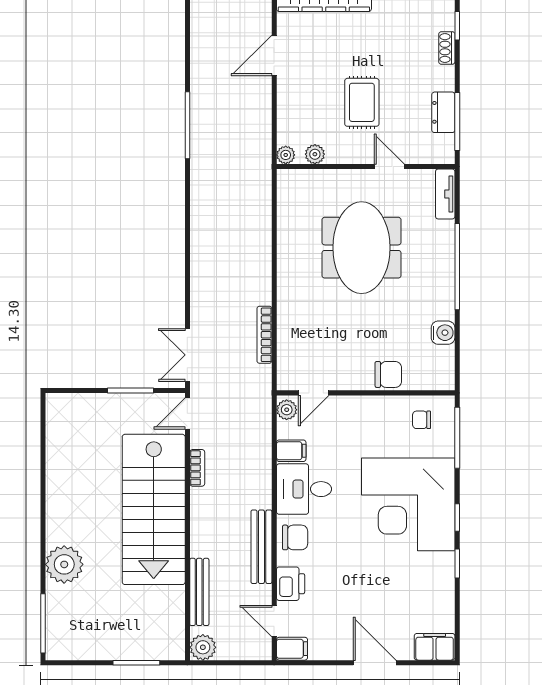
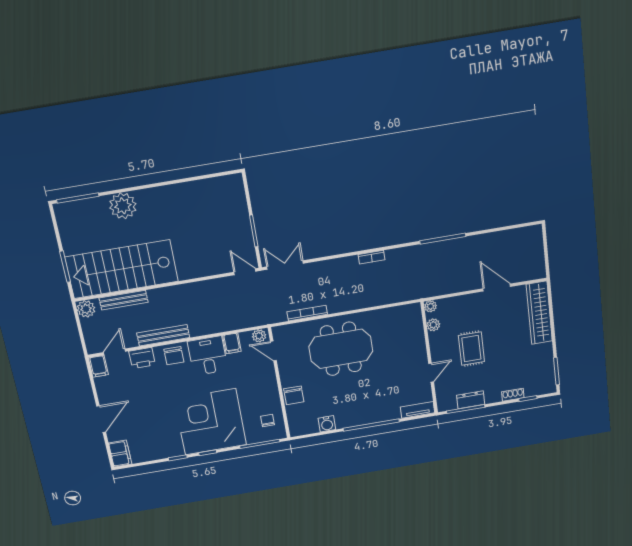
rug: (362, 102) -> (471, 349), turned 90
meeting table: (361, 248) -> (341, 349), moved
bookcase: (197, 468) -> (371, 257), moved
stairs: (154, 509) -> (122, 269), moved

